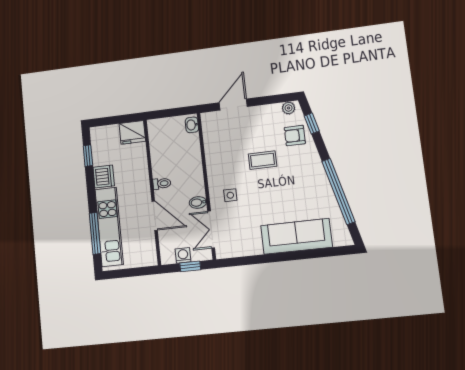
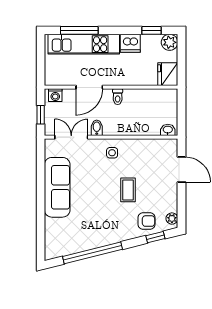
plant: (99, 135) -> (170, 42), added
armchair: (295, 136) -> (146, 221), turned 90
side table: (230, 195) -> (112, 153), moved
sofa: (296, 236) -> (57, 187), moved
washing machine: (183, 255) -> (55, 95), moved, turned 90

